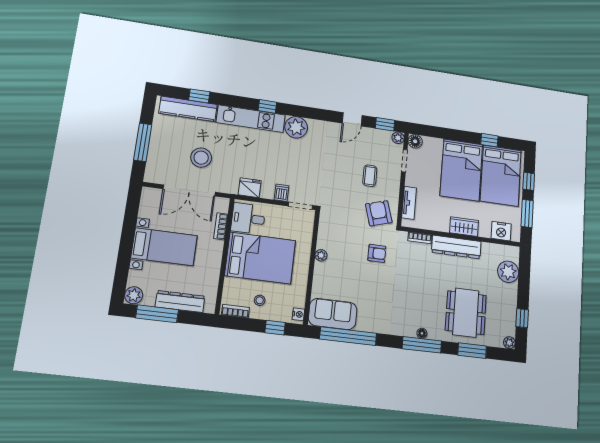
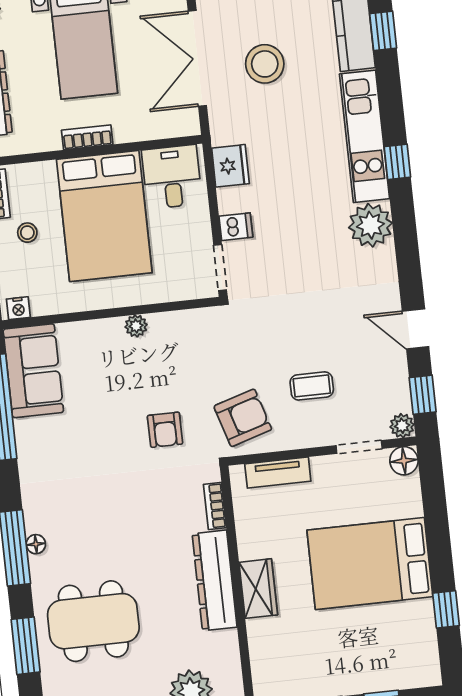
bed: (501, 176) -> (379, 645), removed
bookcase: (221, 226) -> (87, 137), moved
nightstand: (501, 231) -> (268, 664), removed

